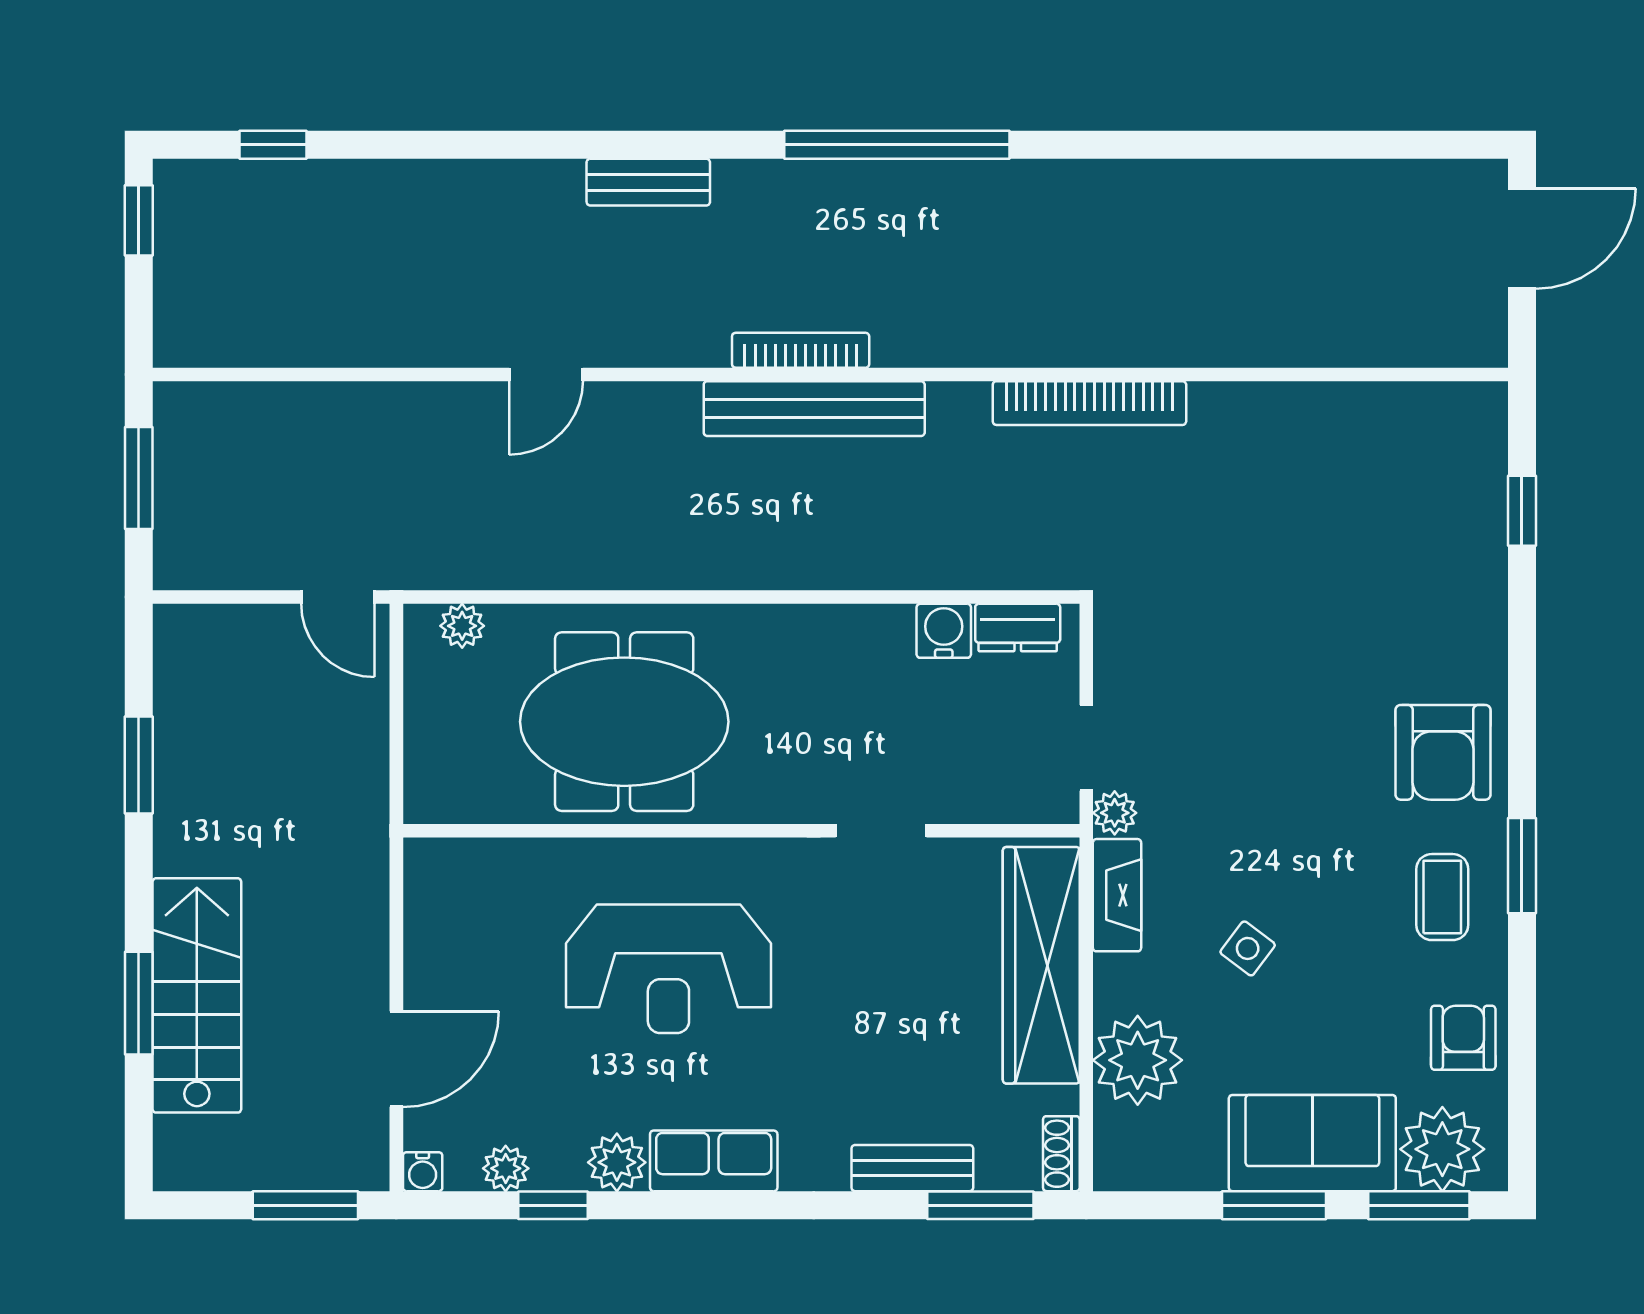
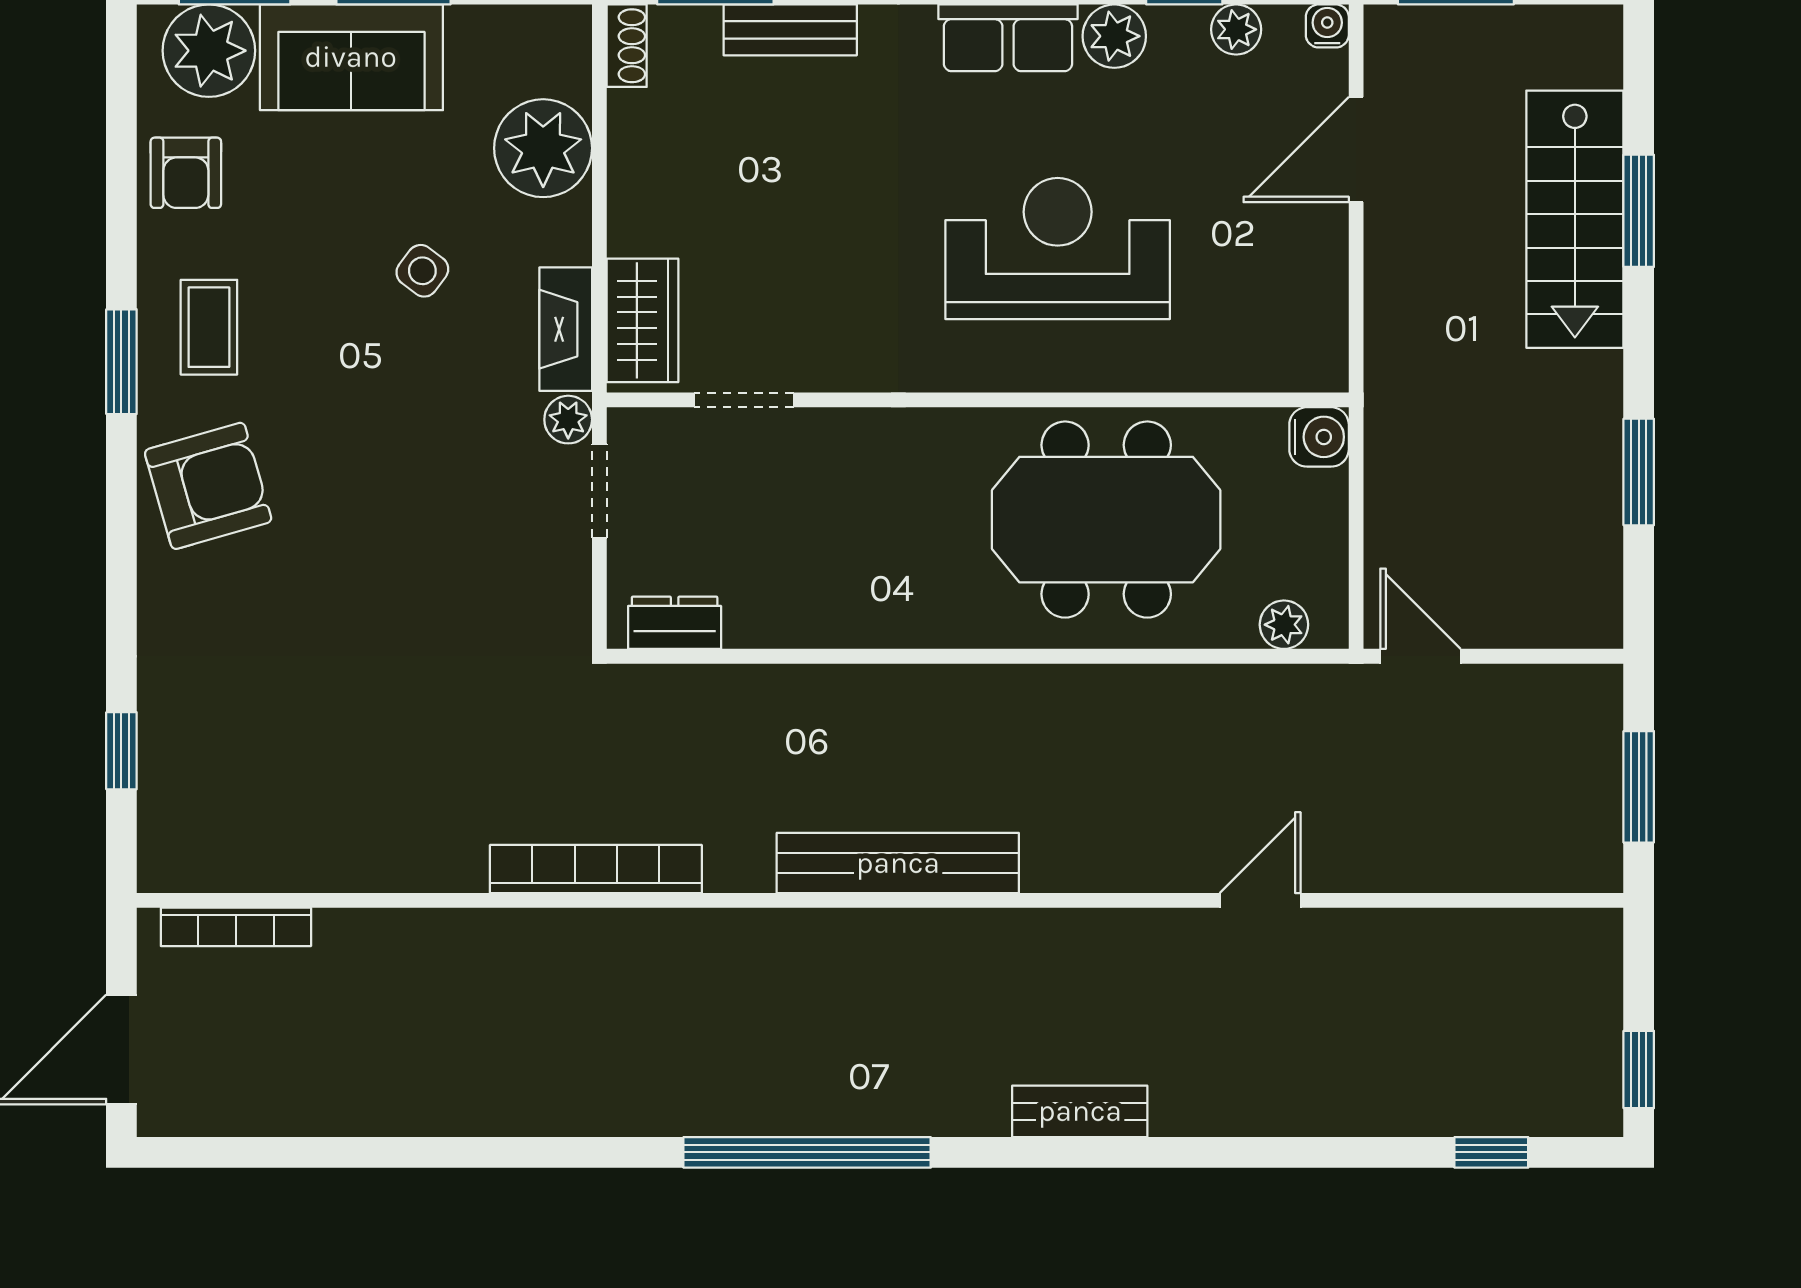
bookcase: (801, 350) -> (236, 927), moved
door: (546, 374) -> (1260, 900), moved
water cooler: (944, 631) -> (1319, 437), moved, turned -90
armchair: (1443, 752) -> (208, 486), turned 74
doorway: (881, 831) -> (744, 400), moved
wardrobe: (1041, 965) -> (643, 320), width x0.48, depth x0.85

